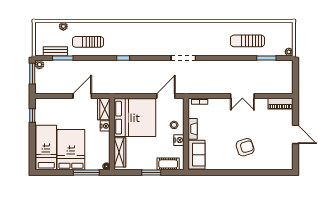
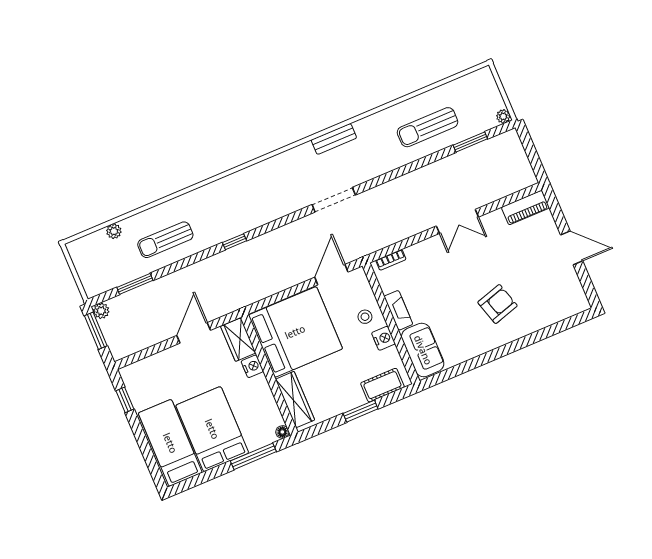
bench: (55, 51) -> (334, 139), moved

